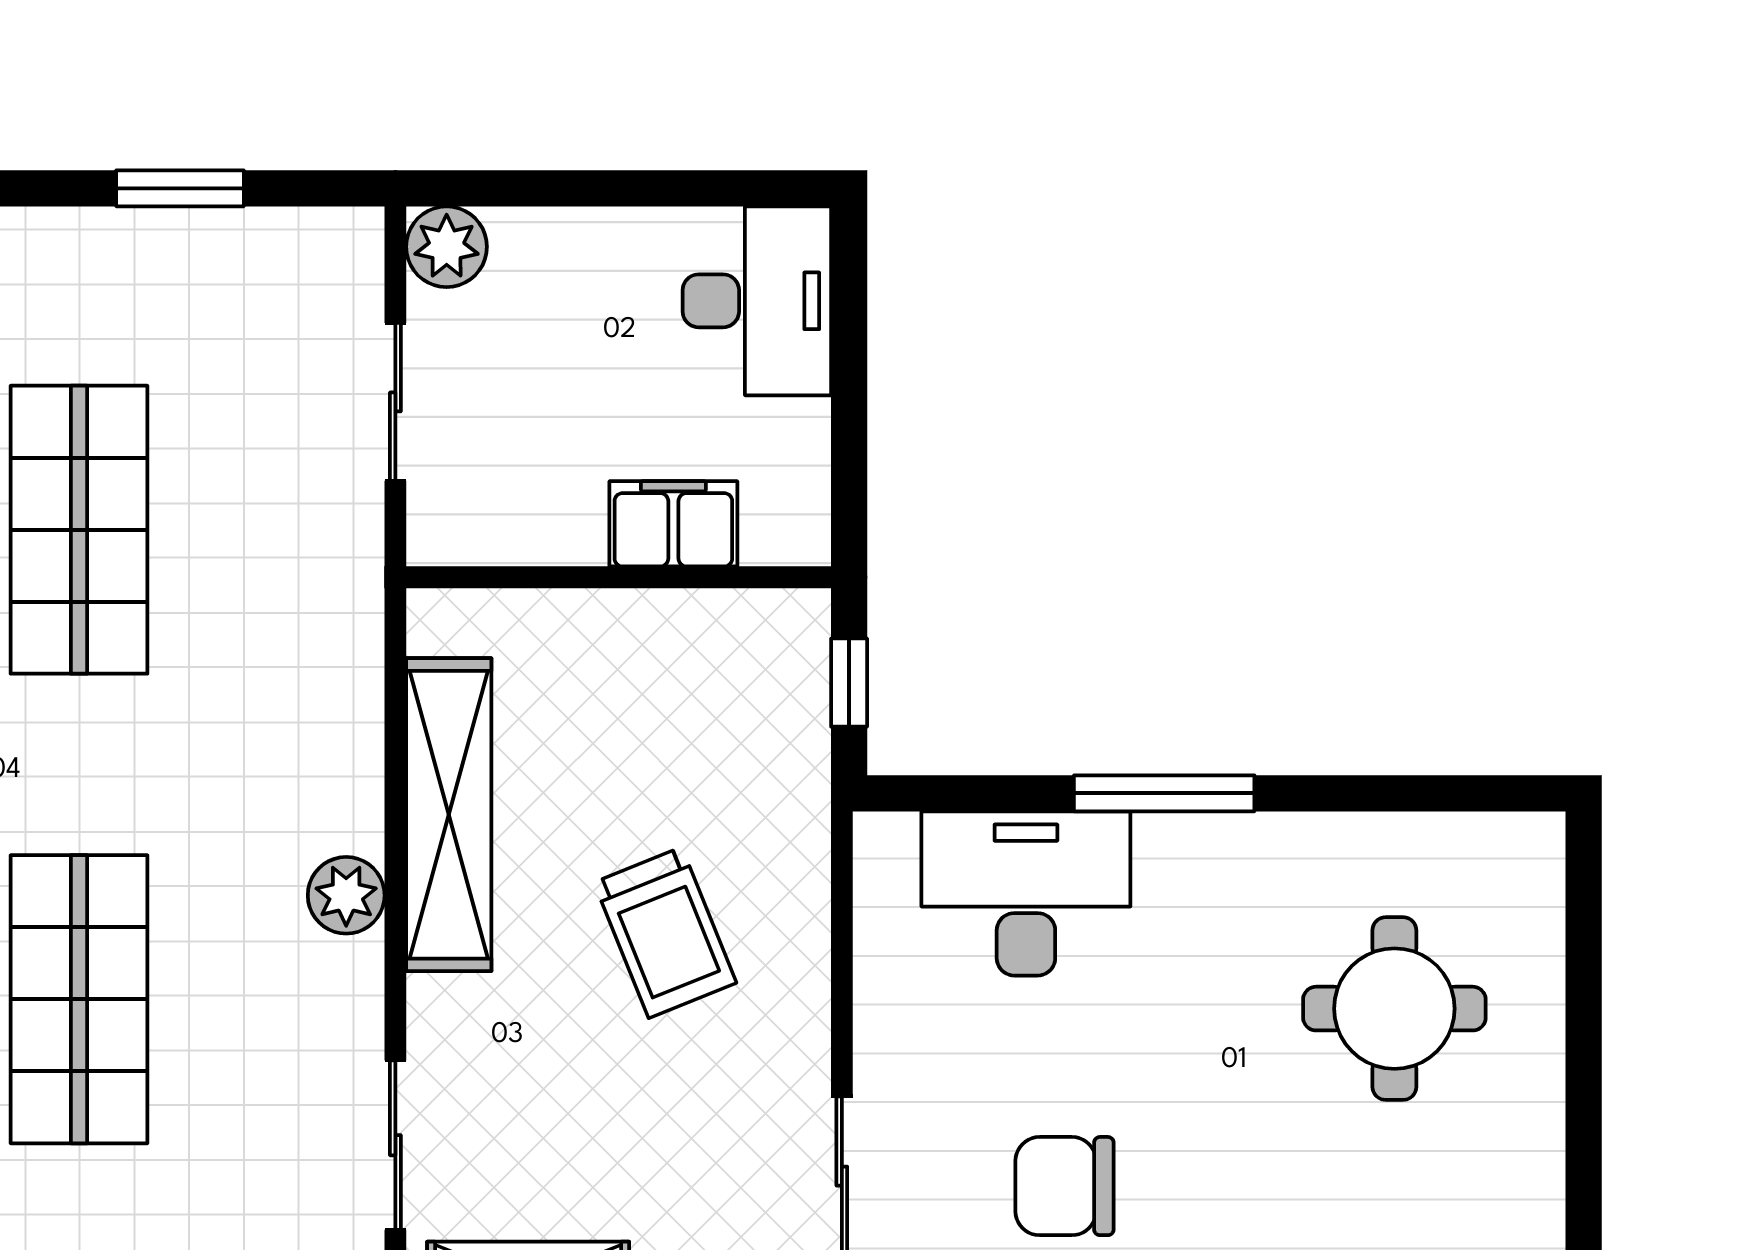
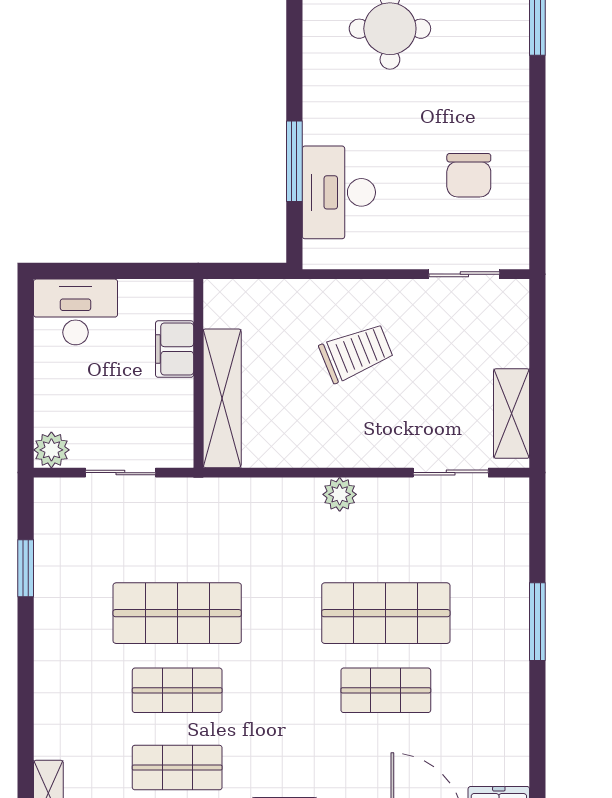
window: (849, 683) -> (245, 271), removed
window: (1164, 793) -> (294, 161), moved
shelving: (449, 815) -> (222, 398), moved, turned 90

